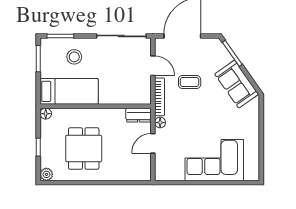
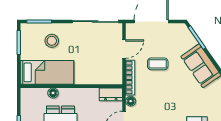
door: (153, 66) -> (124, 49), hinge flipped
floor lamp: (46, 114) -> (53, 93), moved

